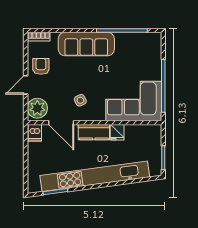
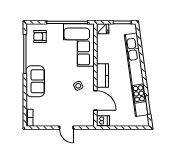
sofa: (86, 44) -> (35, 81), width x0.73
armchair: (41, 66) -> (40, 37), moved
plant: (37, 108) -> (84, 119), removed
door: (61, 123) -> (95, 100), hinge flipped
fridge: (117, 132) -> (103, 29), moved

